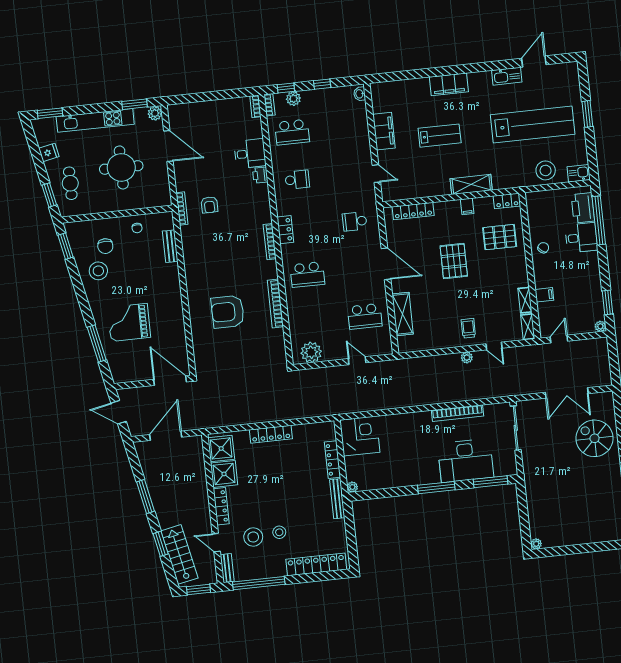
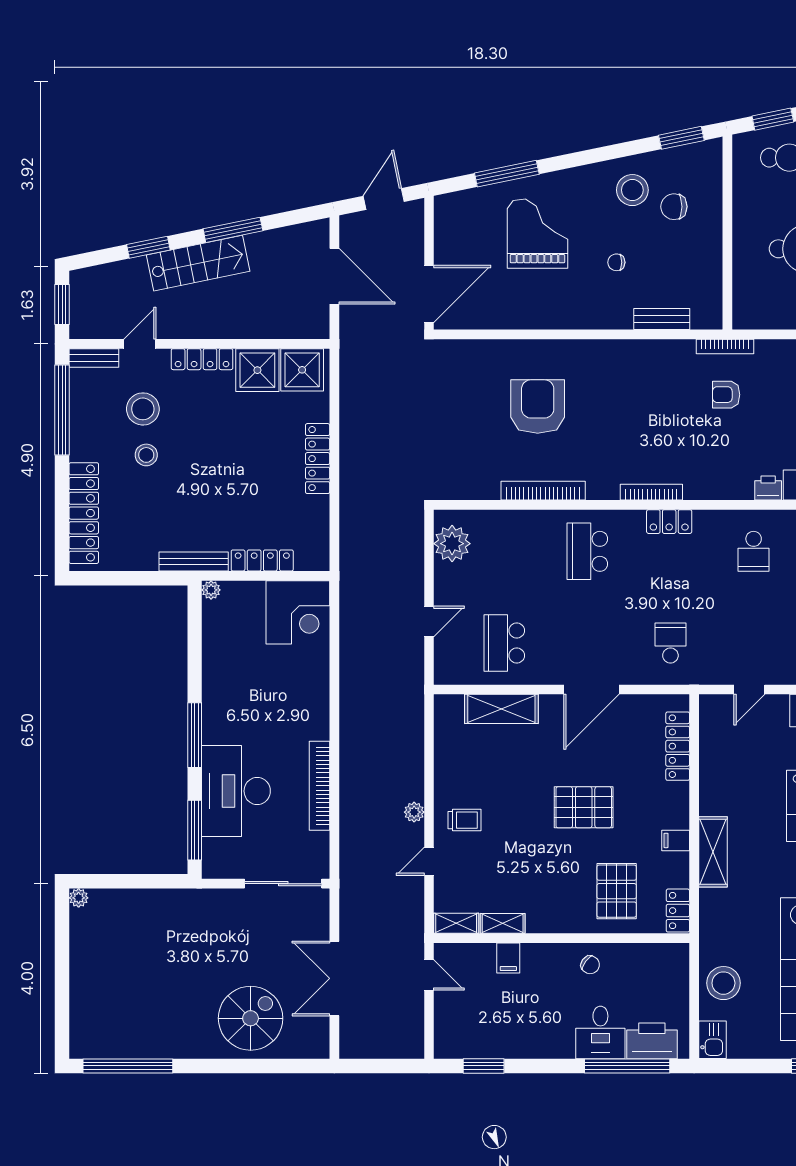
chair: (137, 228) -> (616, 262), moved
plant: (600, 326) -> (443, 1049), removed
stairs: (179, 554) -> (198, 263), moved

